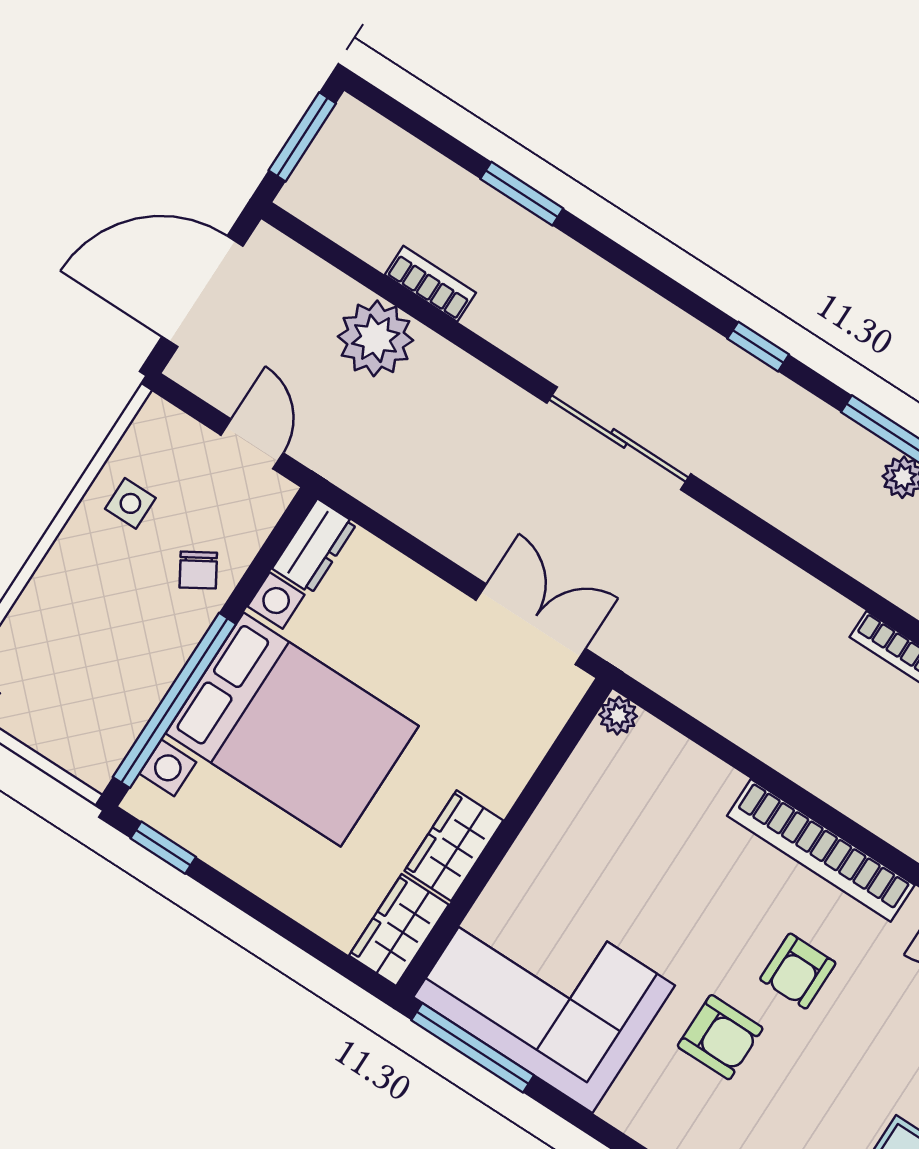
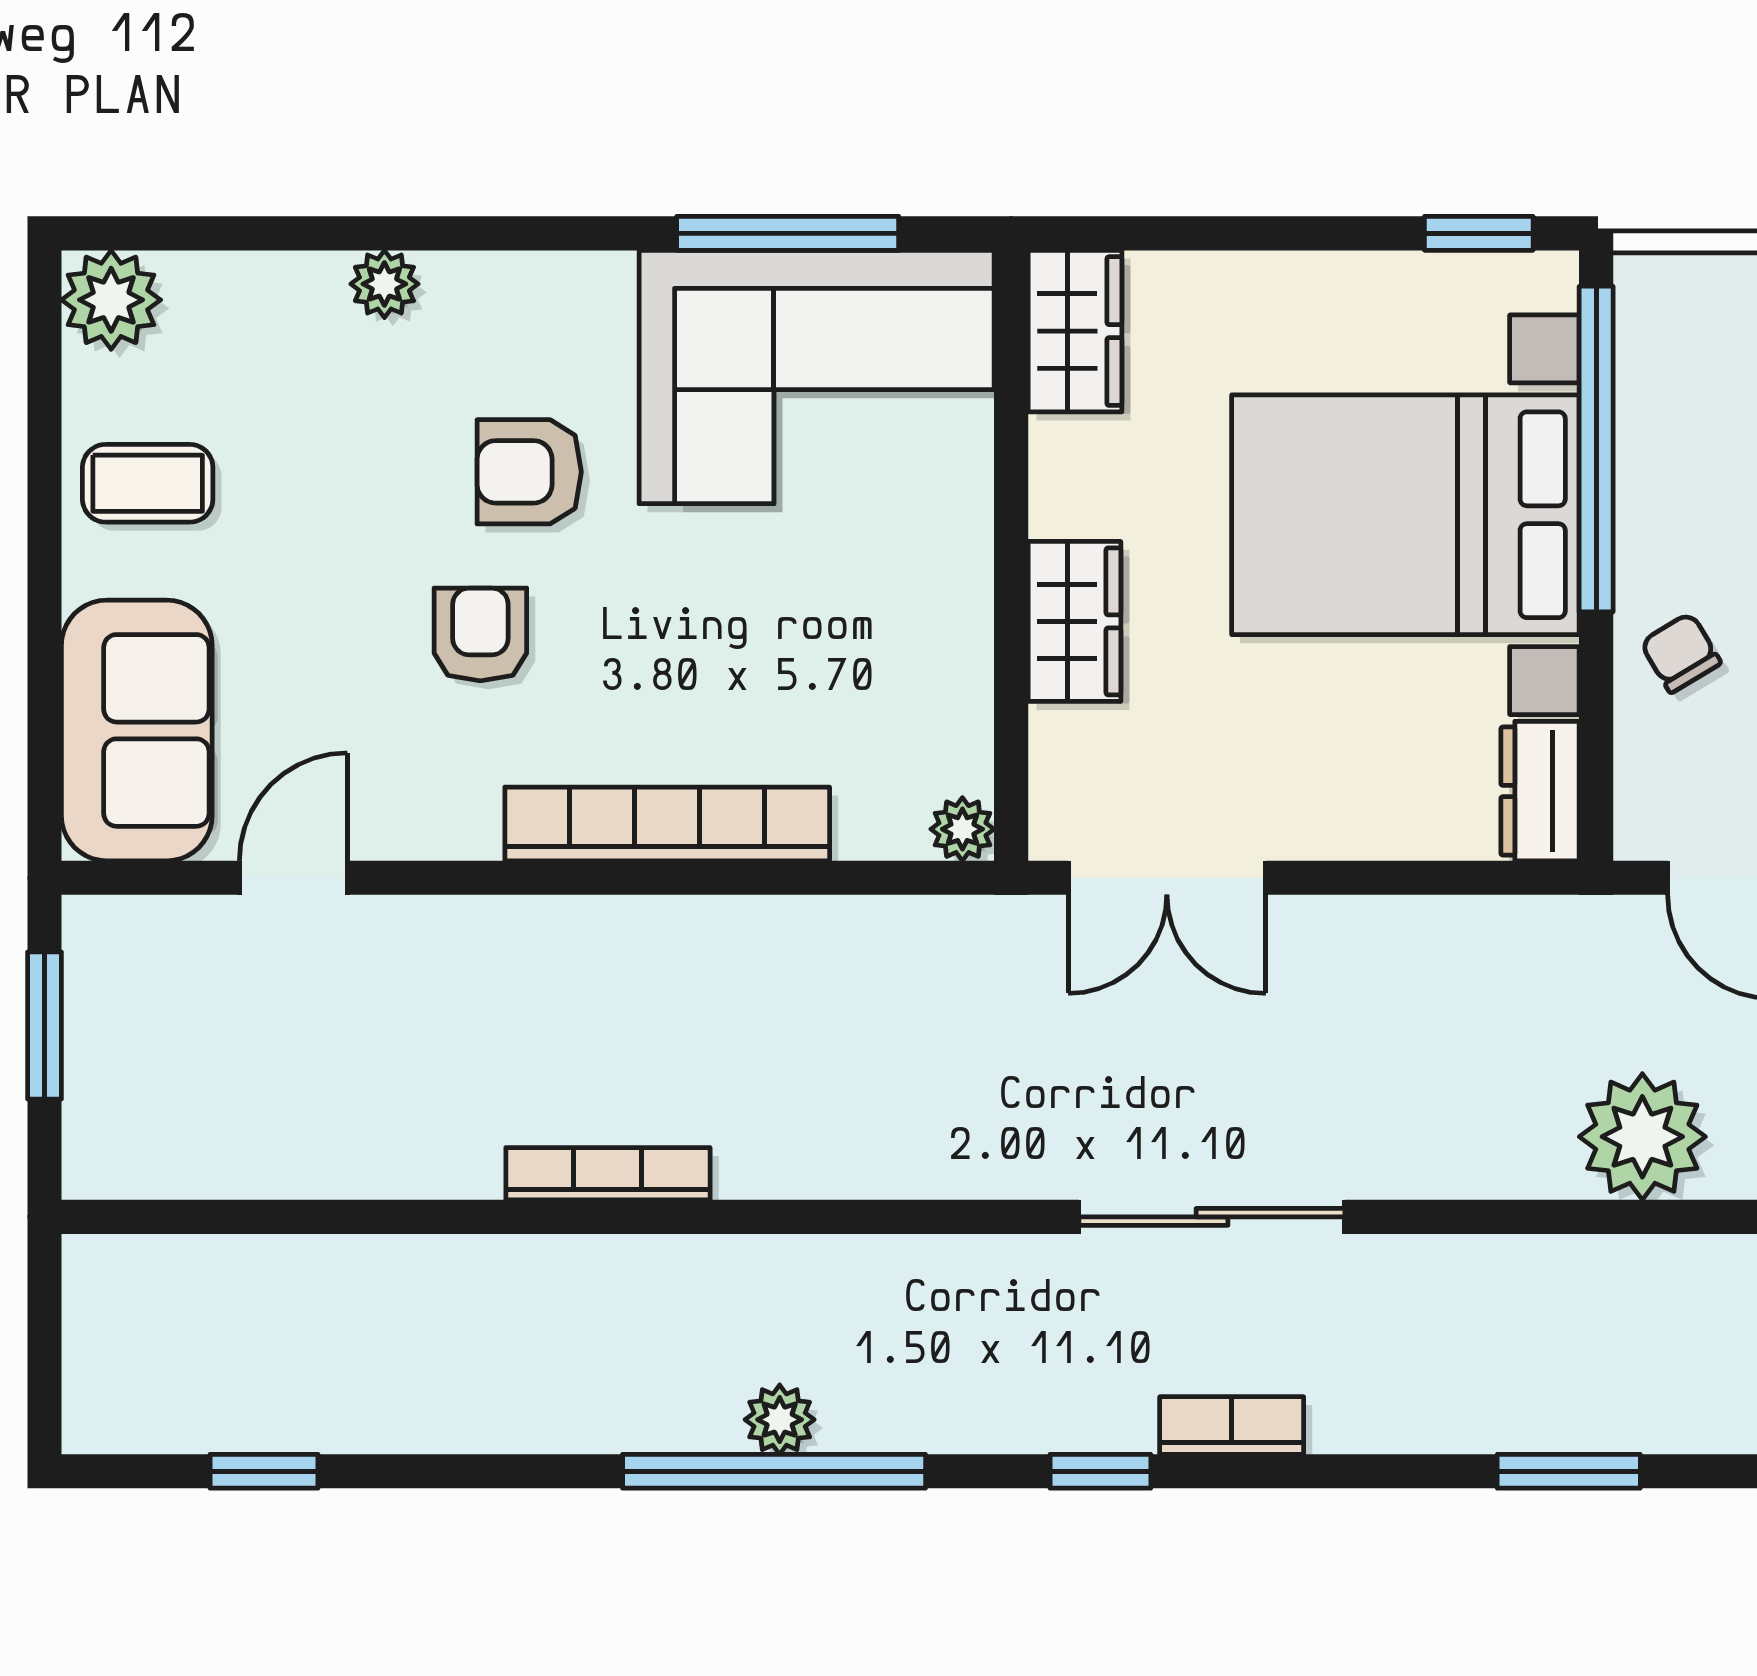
bookcase: (430, 284) -> (1232, 1425), moved, turned 180
wardrobe: (454, 846) -> (1074, 621), moved
bookcase: (821, 850) -> (667, 824), moved
window: (473, 1048) -> (788, 233), moved

